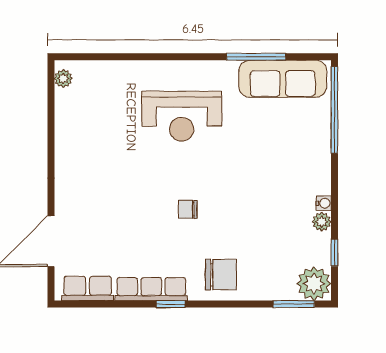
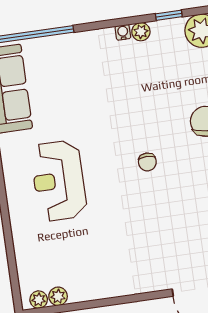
plant: (64, 99) -> (58, 296), added
reception desk: (182, 116) -> (59, 181), turned 180

